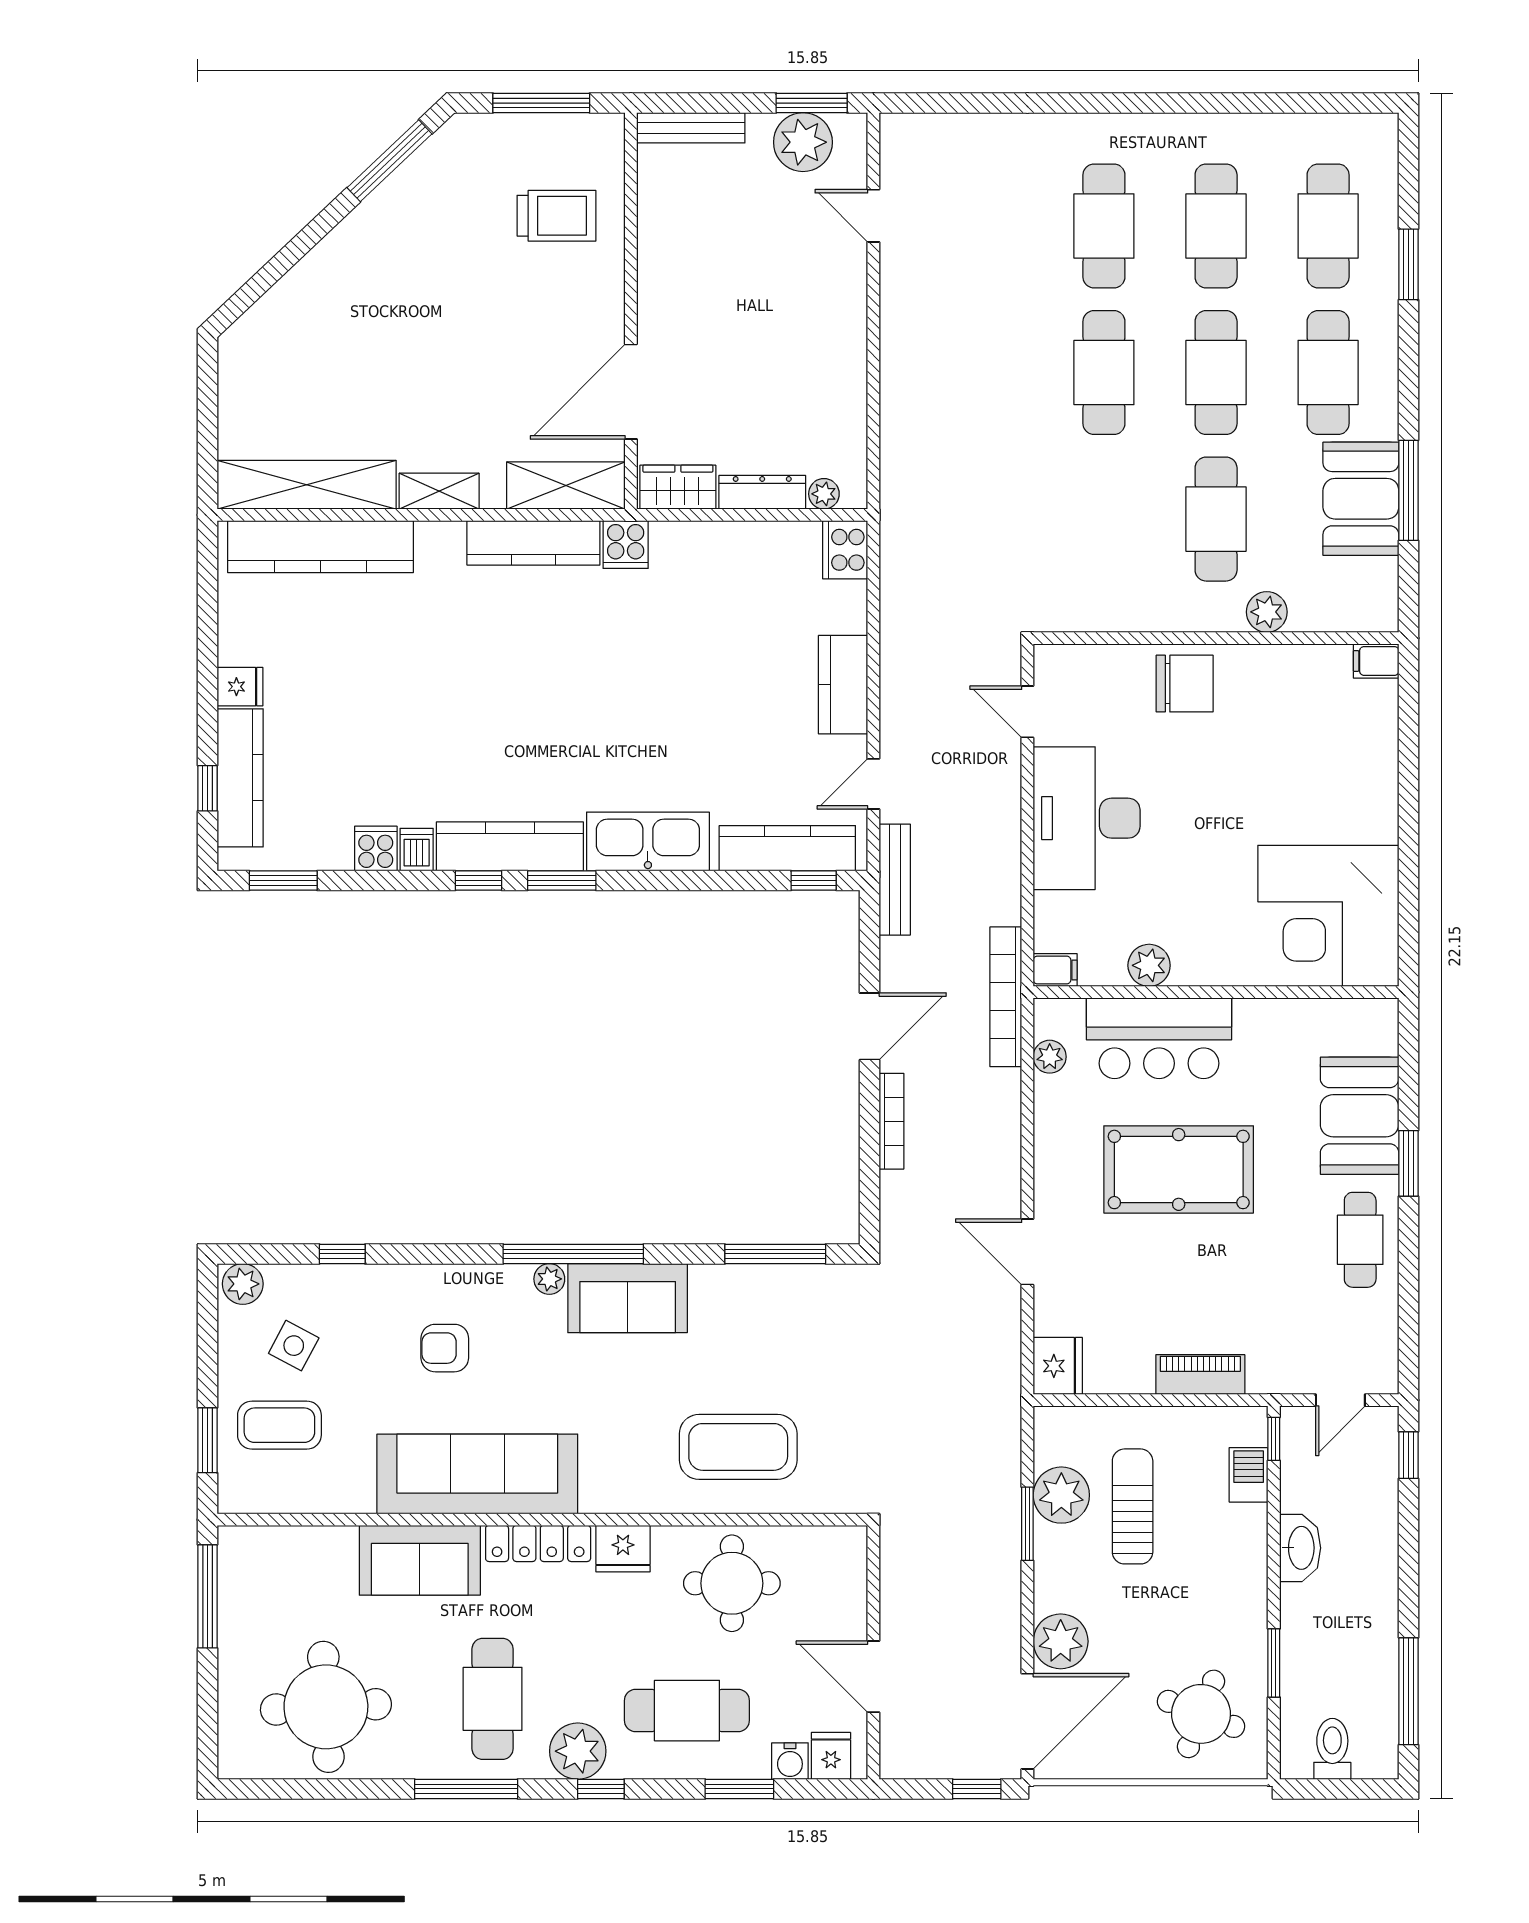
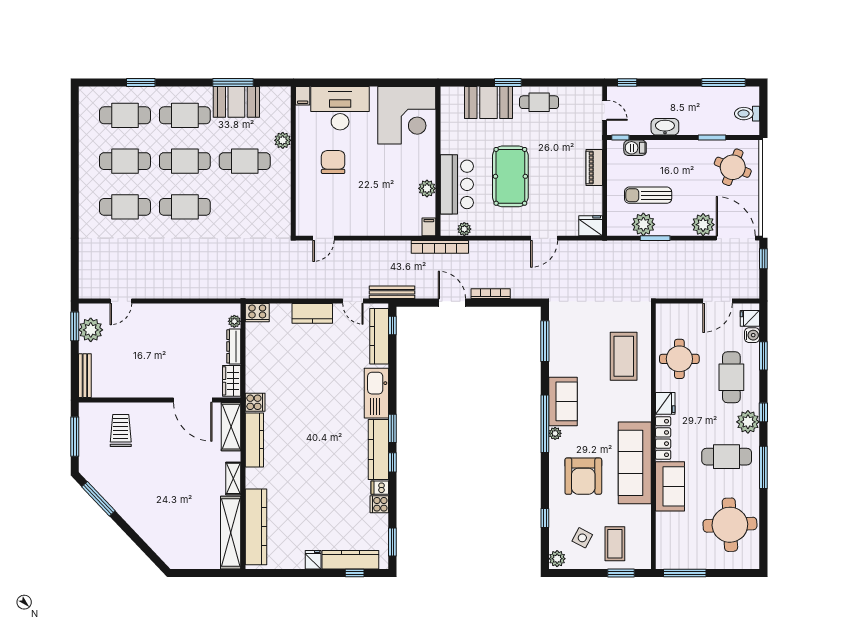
chair: (1185, 684) -> (333, 162), moved
desk: (1087, 818) -> (340, 108), moved, turned 180
armchair: (445, 1348) -> (583, 476), width x1.88, depth x1.88

